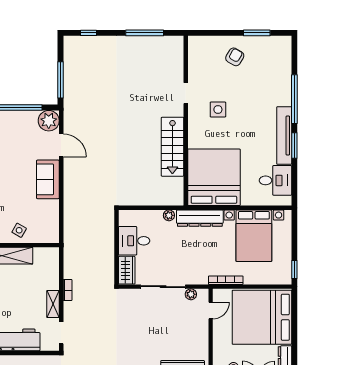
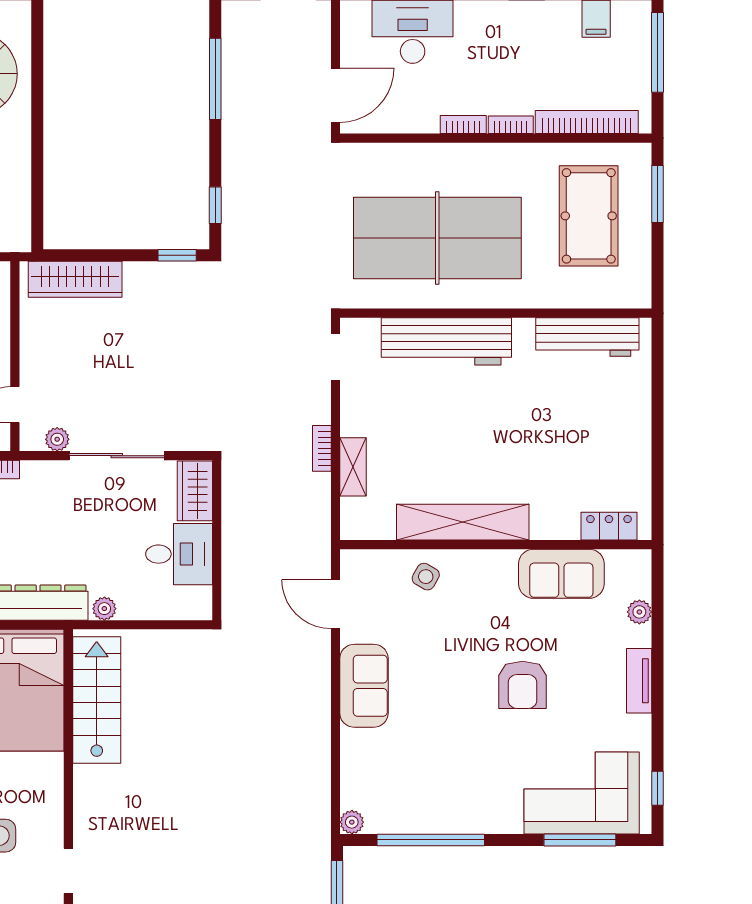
plant: (49, 121) -> (352, 822), width x0.53, depth x0.53
door: (61, 145) -> (335, 604), moved
stairs: (172, 147) -> (97, 700), moved
shelving: (53, 304) -> (353, 467), moved

